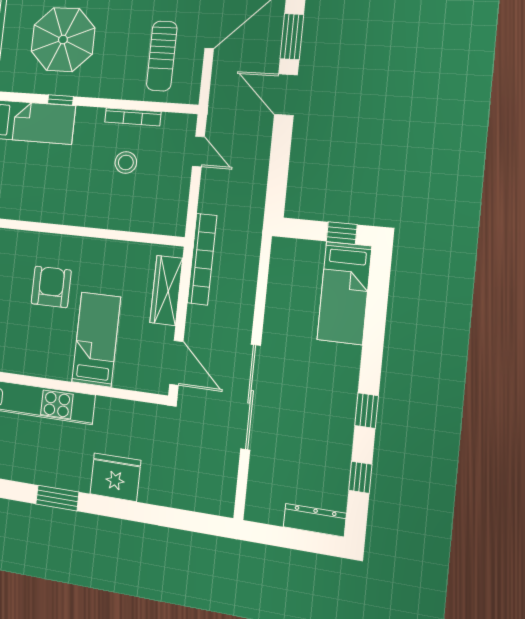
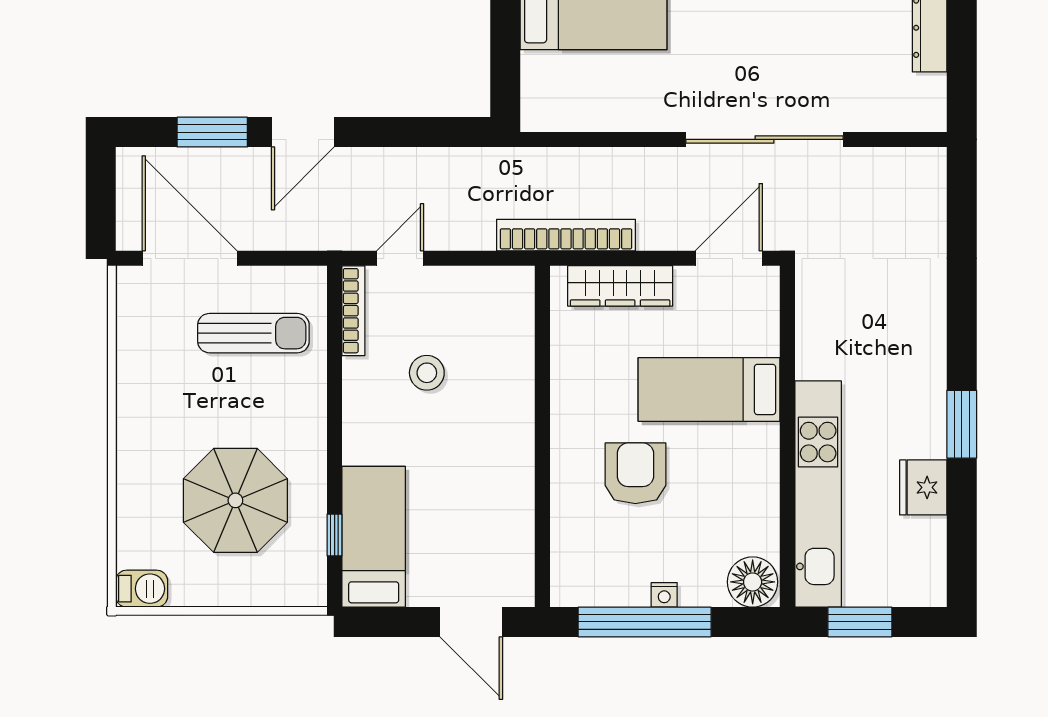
window: (60, 100) -> (335, 535), moved
bookcase: (133, 117) -> (353, 311), moved
window: (342, 233) -> (505, 29), removed
armchair: (51, 287) -> (635, 473), turned 90
fridge: (115, 477) -> (923, 487), moved, width x0.73, depth x0.75

